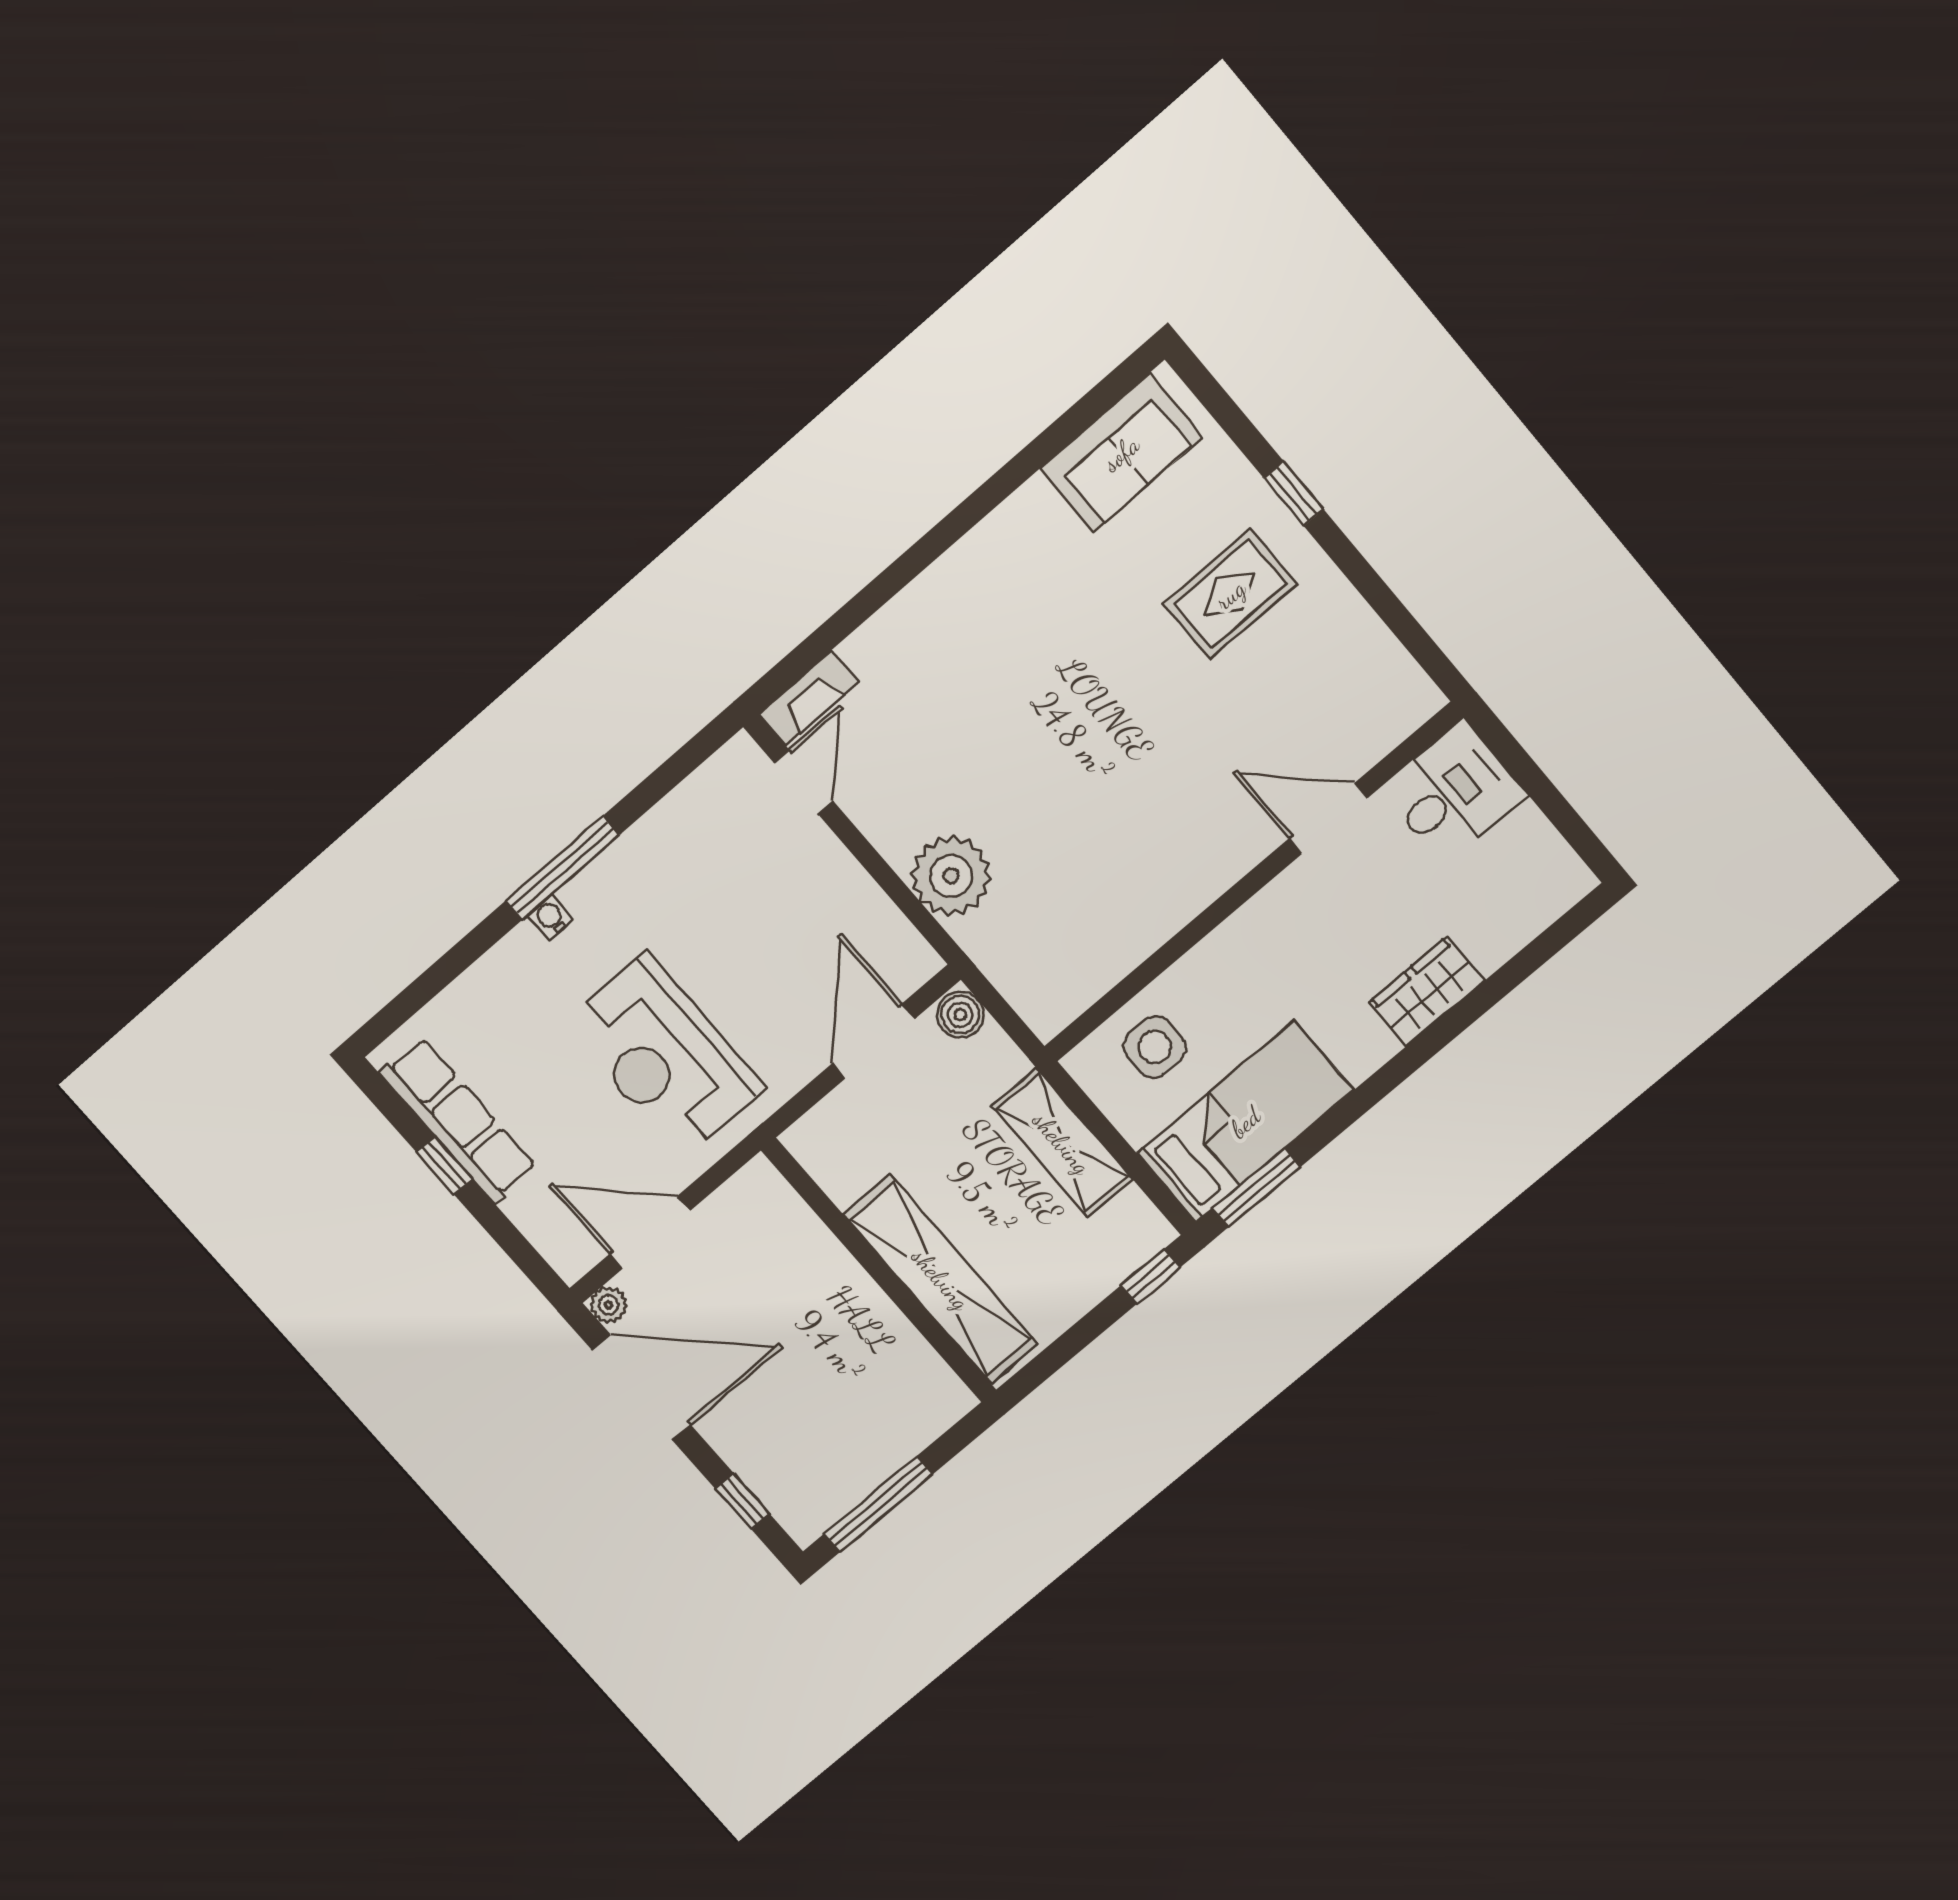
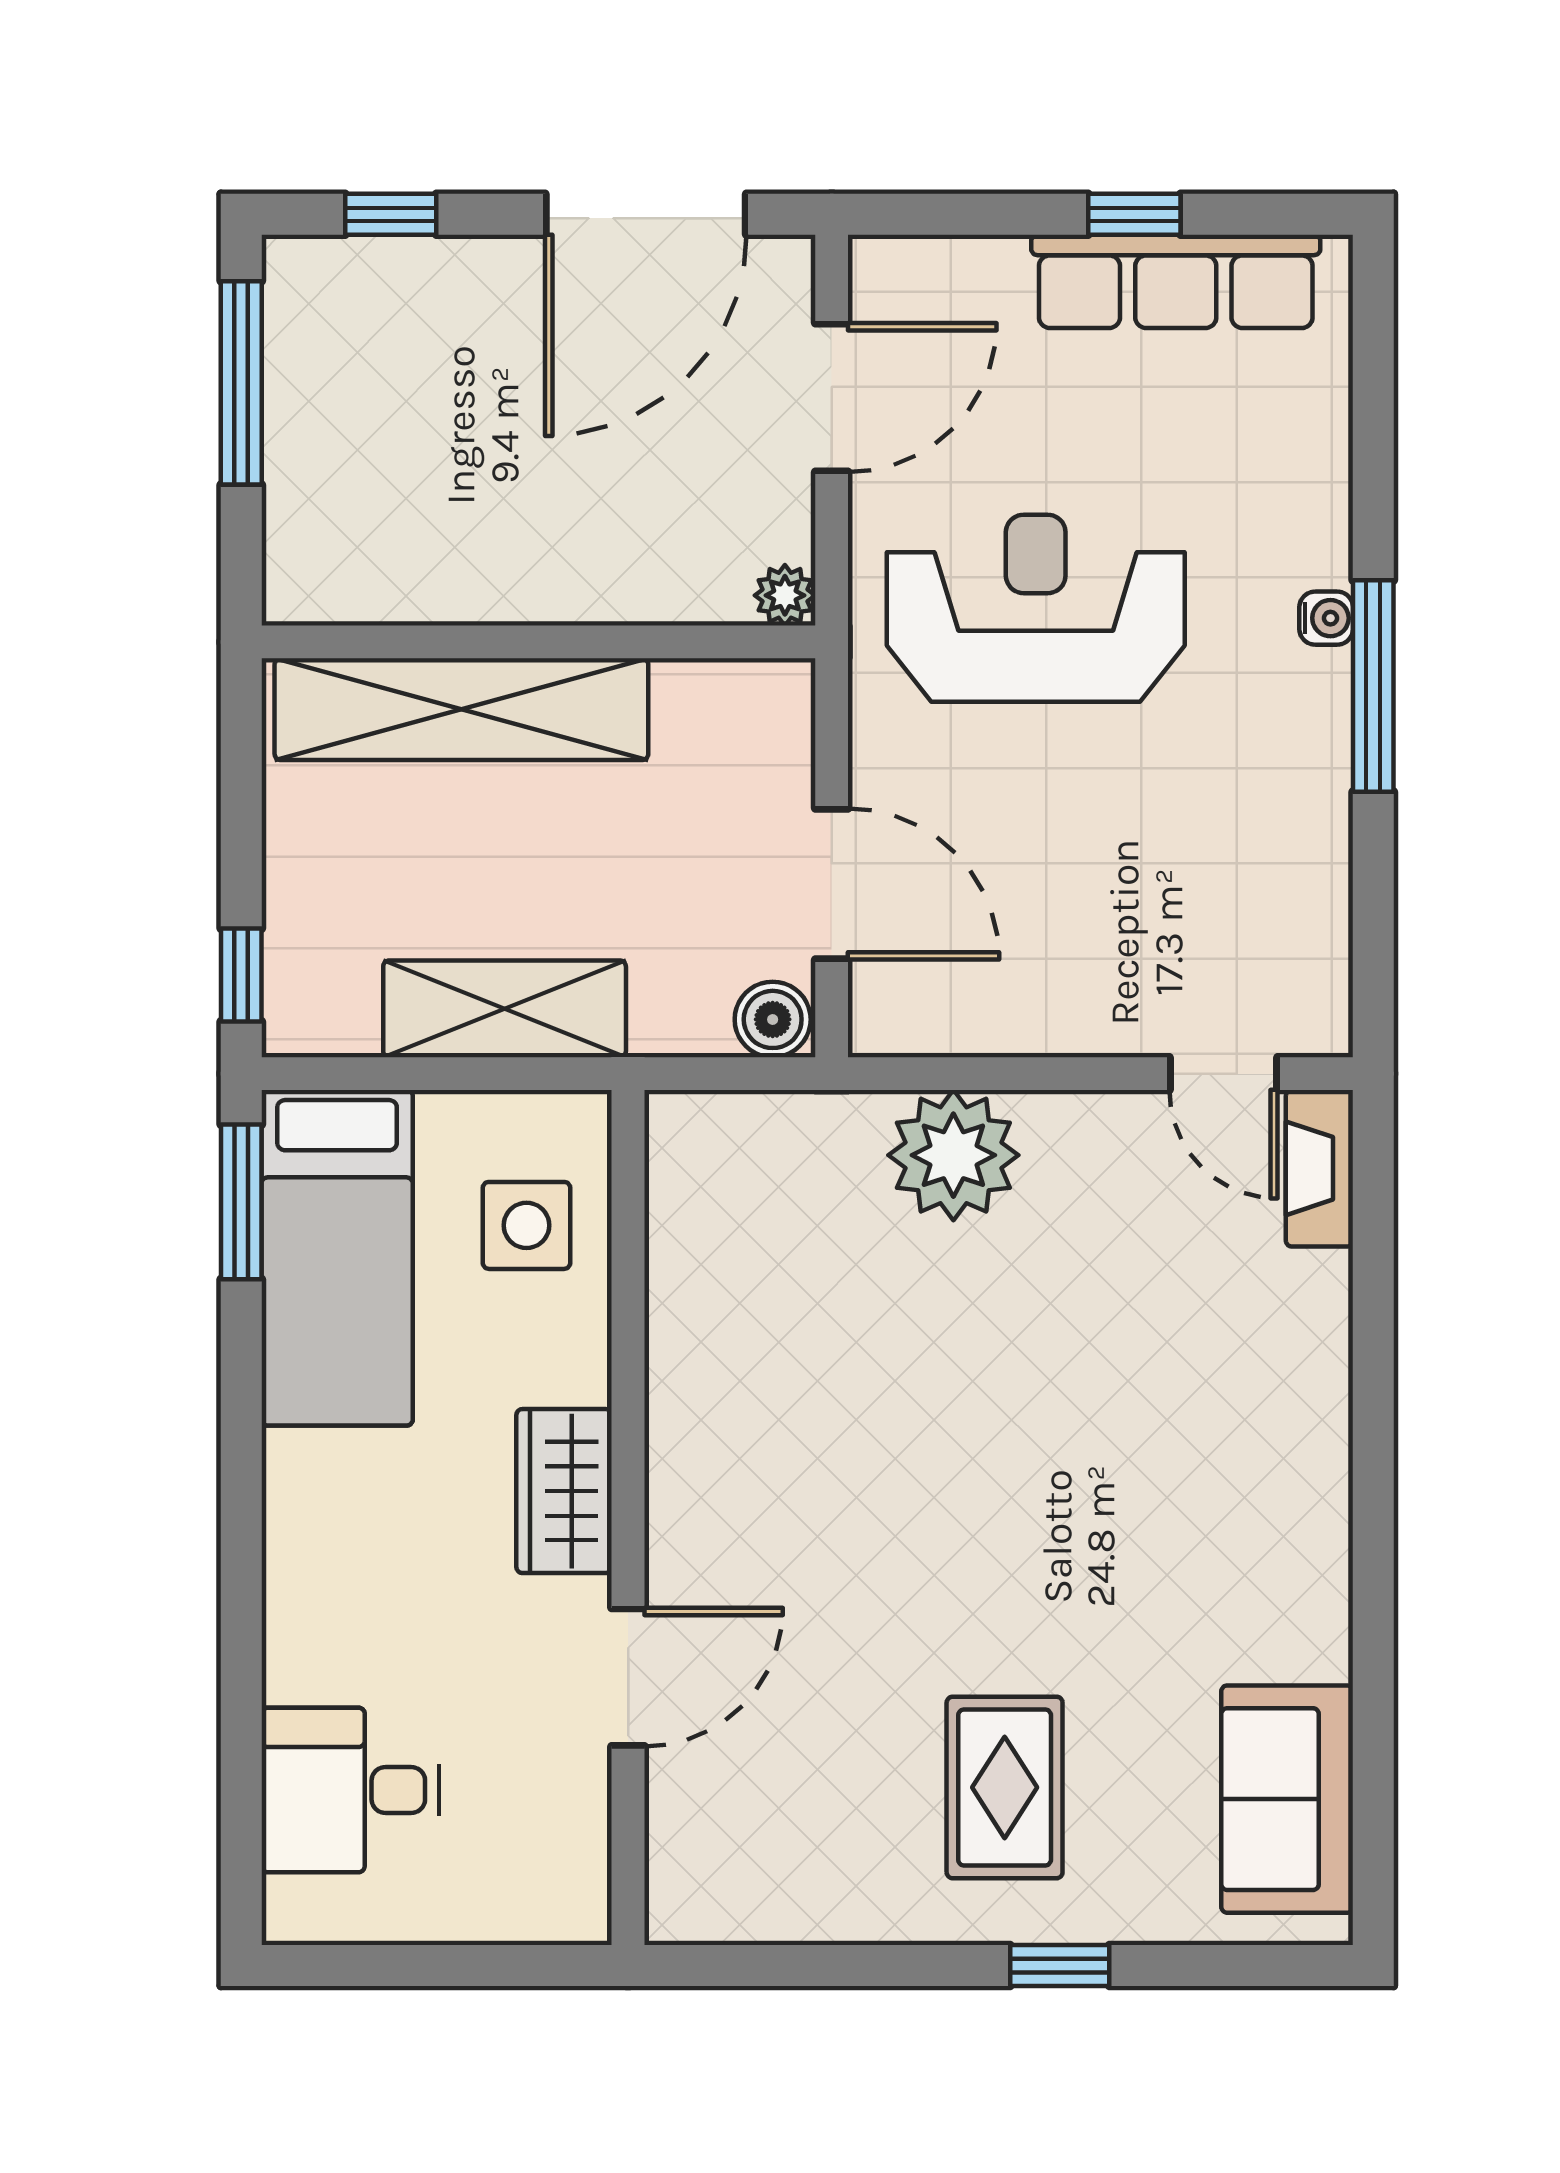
desk: (1453, 792) -> (350, 1790), moved, turned 90
wardrobe: (1426, 992) -> (564, 1491), moved, turned 180
plant: (609, 1305) -> (785, 595), moved

